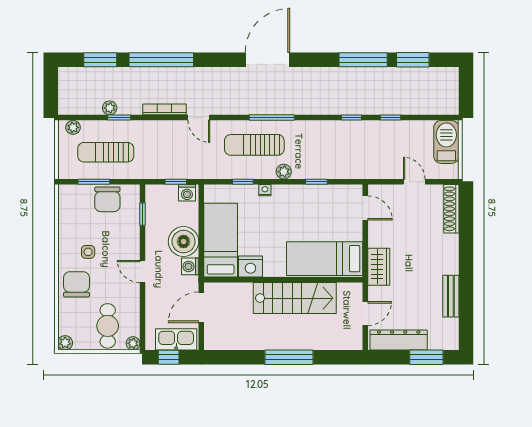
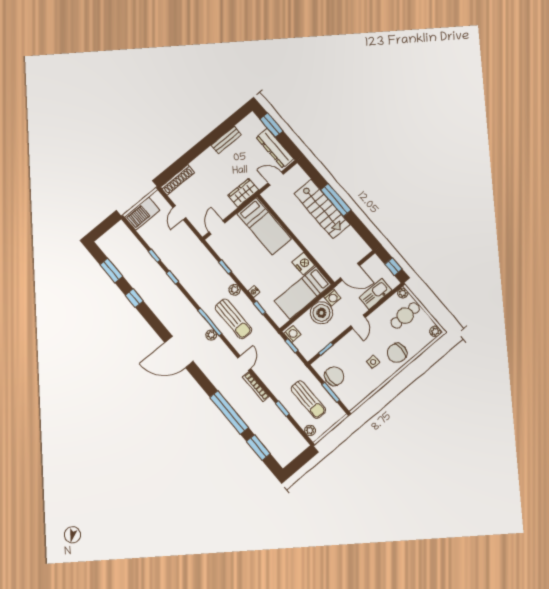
window: (363, 60) -> (134, 298), width x0.46
plant: (110, 108) -> (211, 335), moved
stairs: (295, 298) -> (322, 209), moved, turned 180
kitchen sink: (176, 339) -> (376, 294), moved, turned 90

